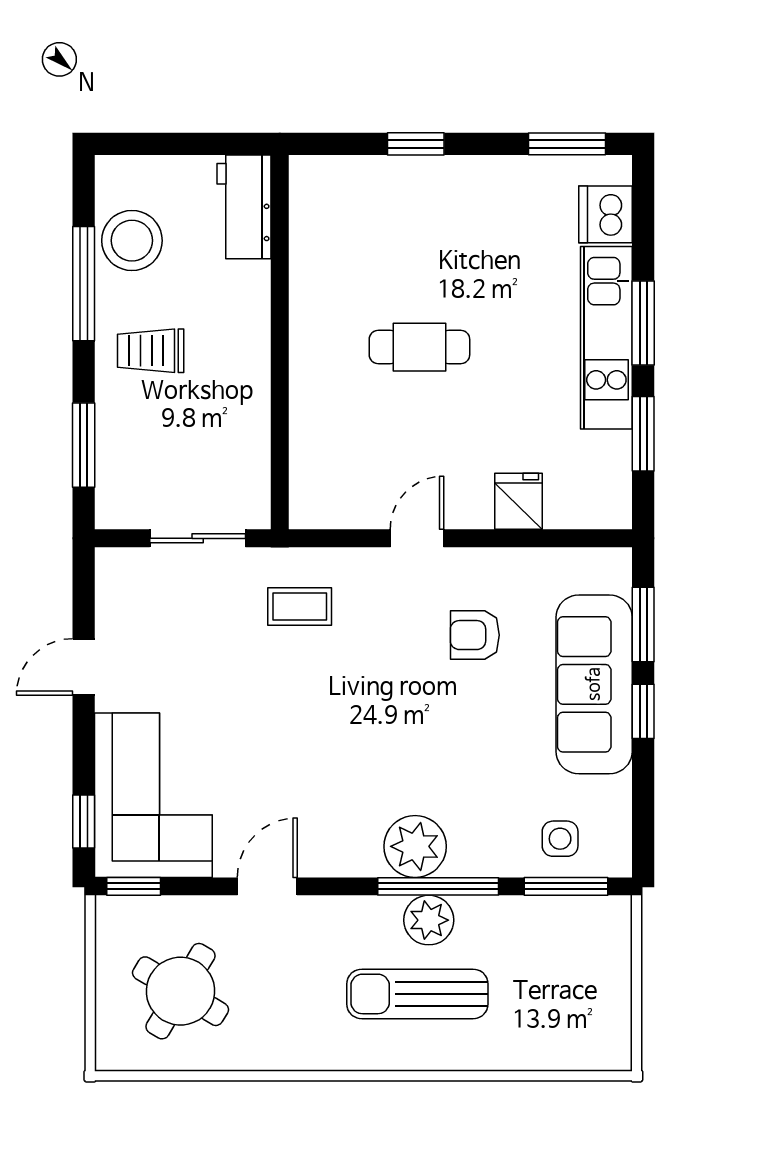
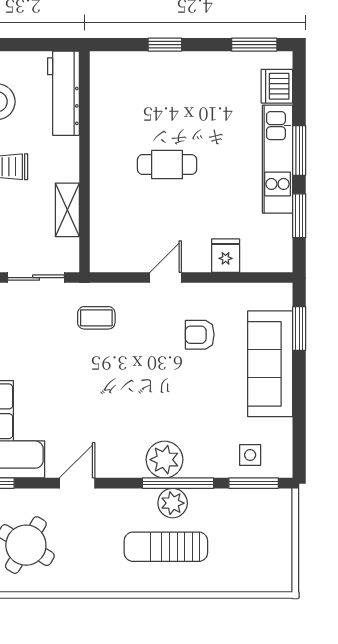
workbench: (244, 207) -> (63, 93), width x1.38
shelving: (251, 424) -> (67, 210), added
window: (643, 711) -> (299, 380), removed

